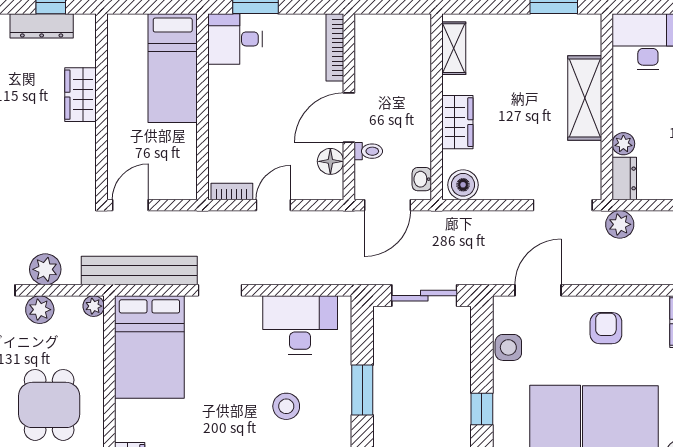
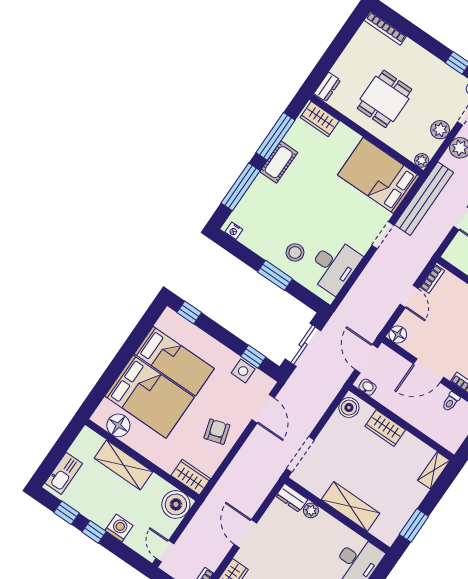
shelving: (454, 48) -> (434, 470), moved, turned 90
door: (349, 118) -> (429, 371), swing flipped
toilet: (368, 151) -> (451, 402), moved
floor lamp: (330, 161) -> (398, 334), moved
plant: (620, 224) -> (268, 478), removed
armchair: (606, 328) -> (217, 432), turned -107
dining table: (49, 405) -> (385, 99), turned 90
stool: (286, 406) -> (295, 252), moved
window: (482, 409) -> (253, 357), moved

